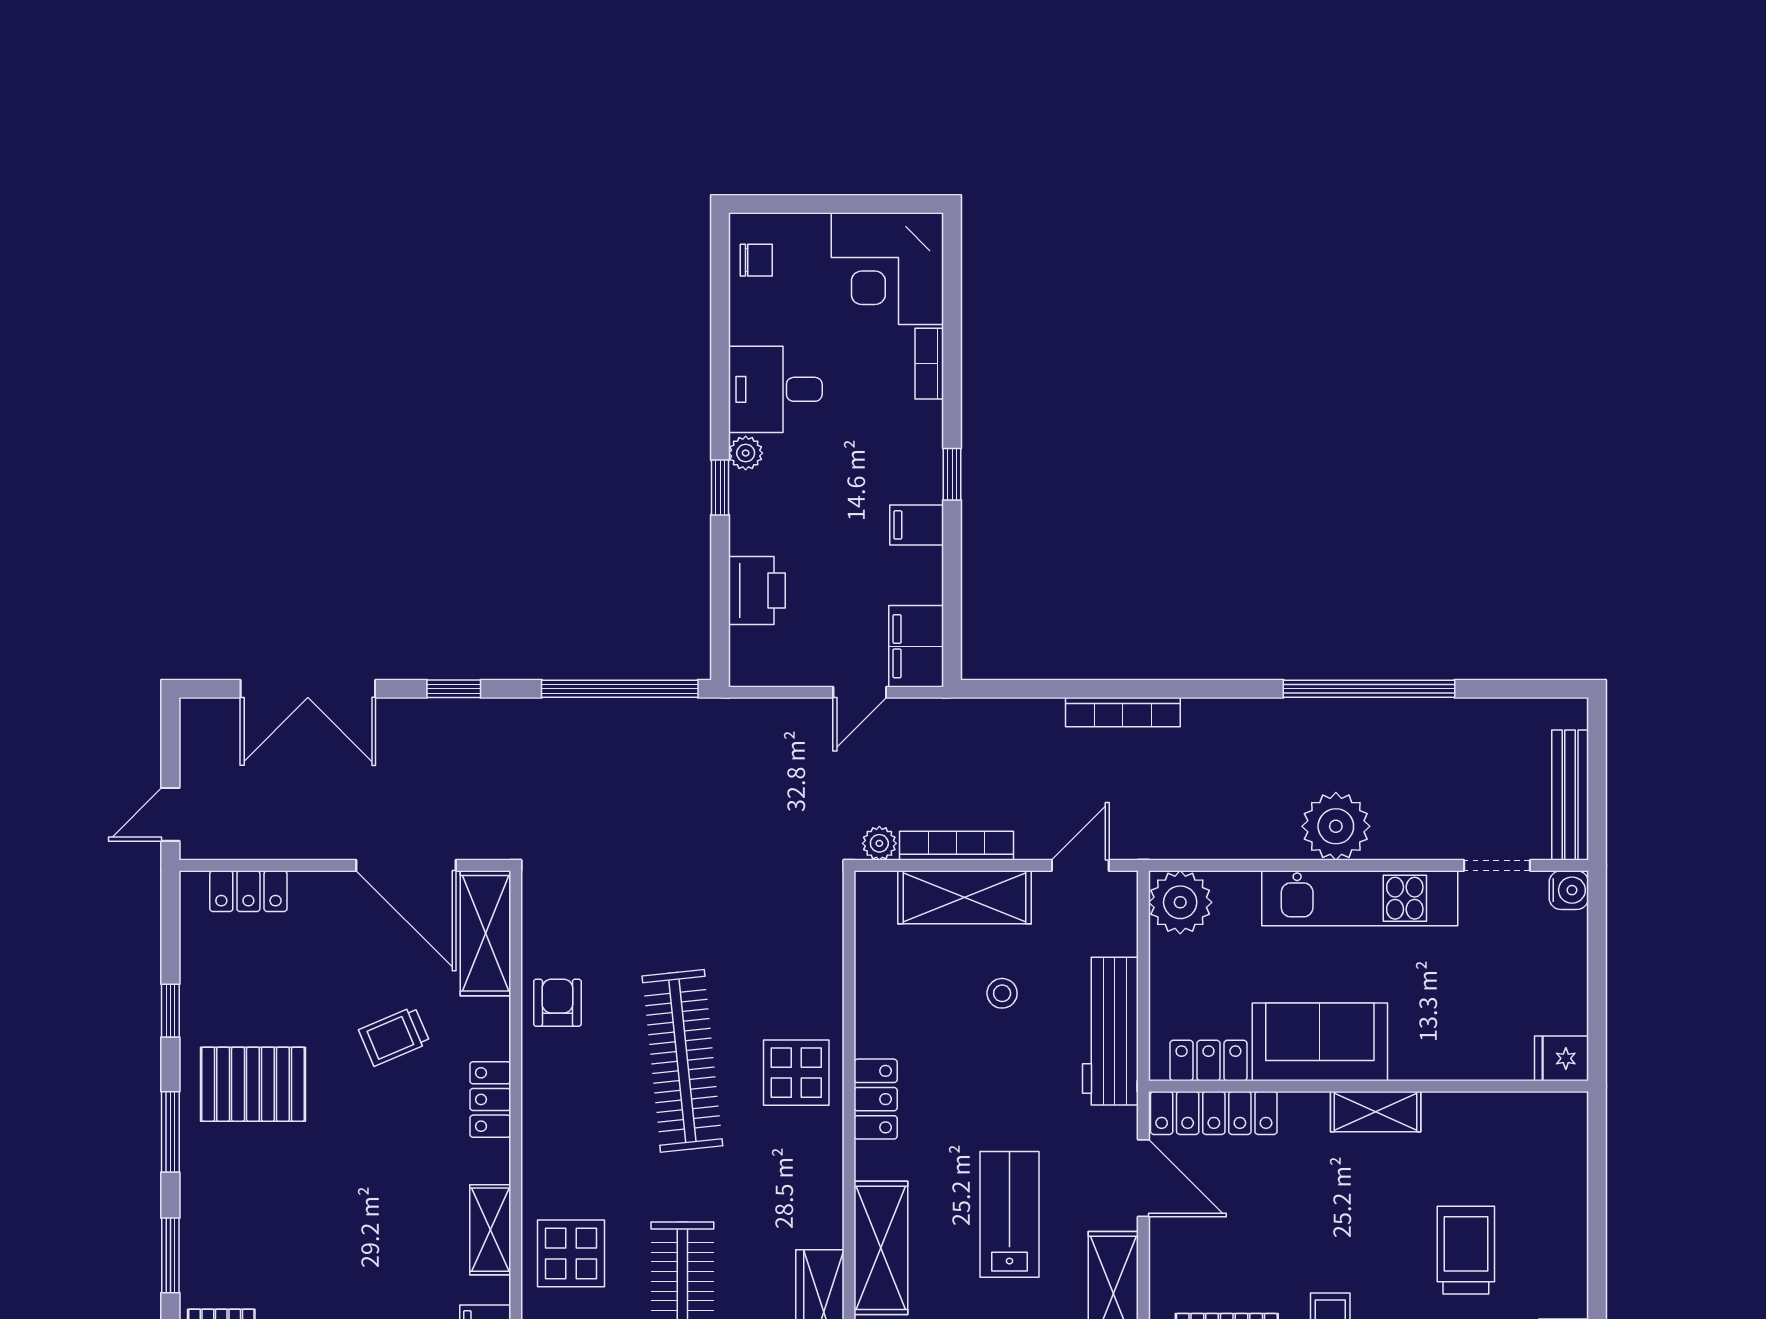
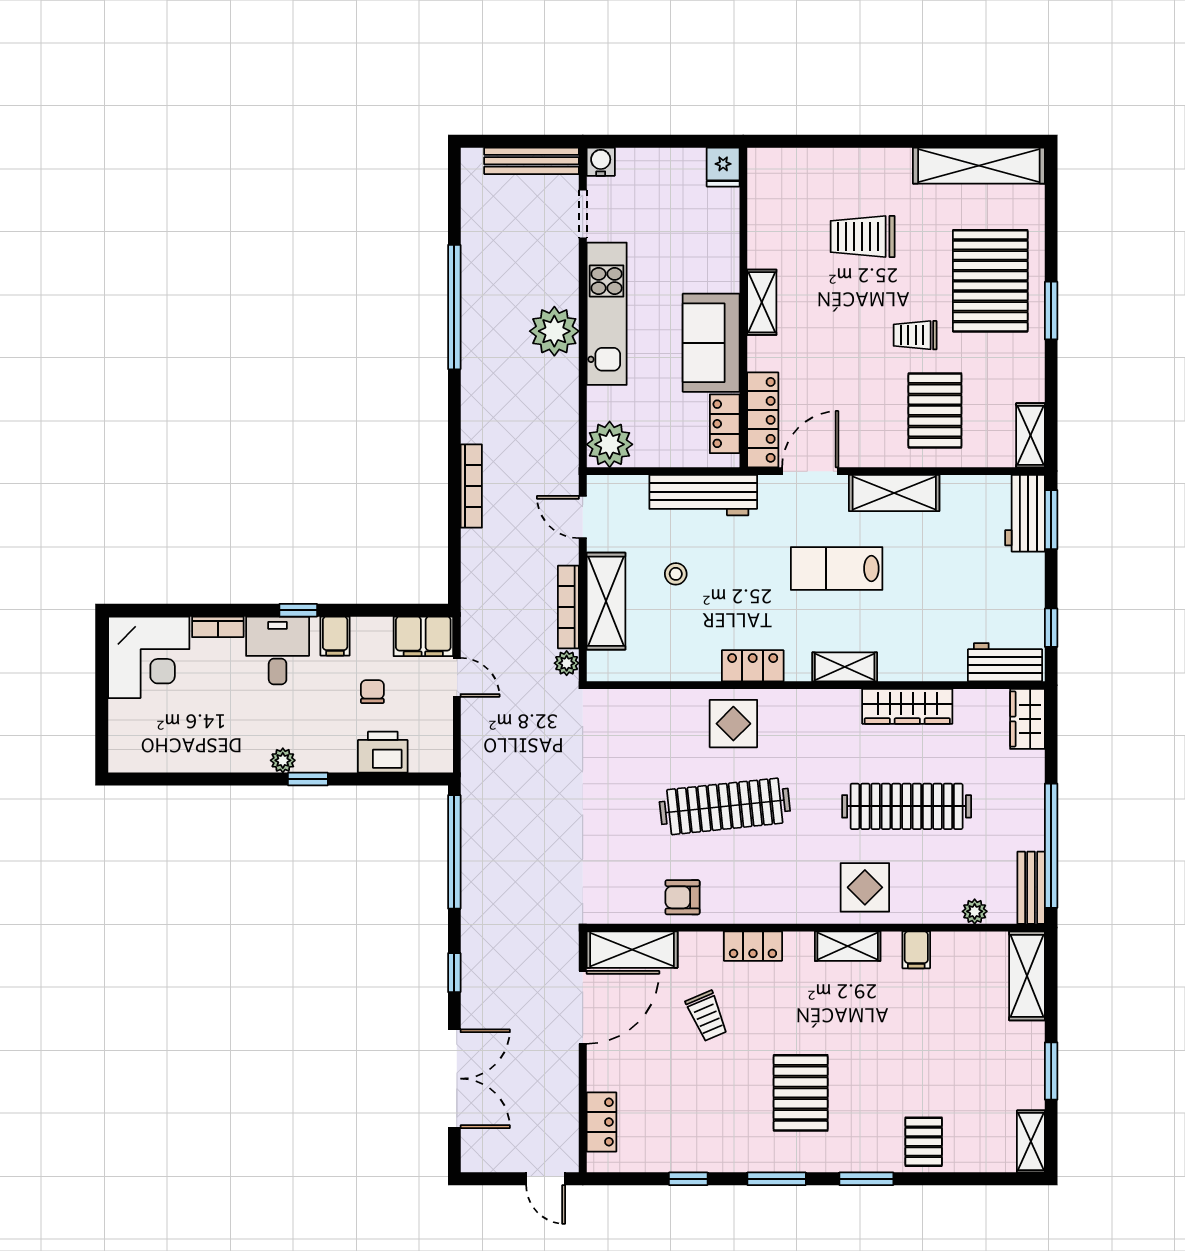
chair: (756, 260) -> (372, 692), moved
desk: (775, 389) -> (278, 651), moved, turned 180
pallet: (253, 1084) -> (801, 1093), moved
shelving: (881, 1248) -> (845, 667), width x0.67, depth x0.75

